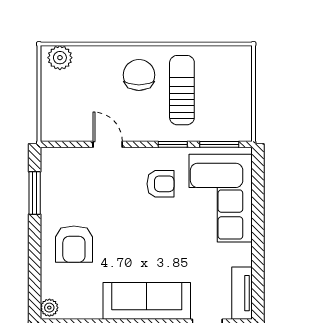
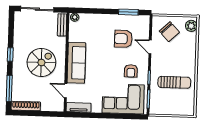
chair: (139, 75) -> (169, 32), moved, turned 47
door: (108, 144) -> (150, 47), swing flipped
armchair: (74, 244) -> (123, 39), moved

